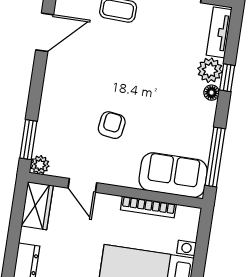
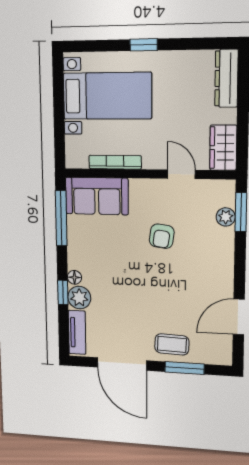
plant: (40, 165) -> (226, 217), moved

